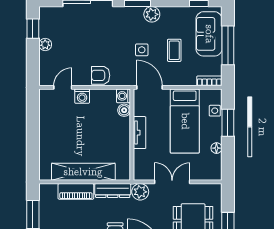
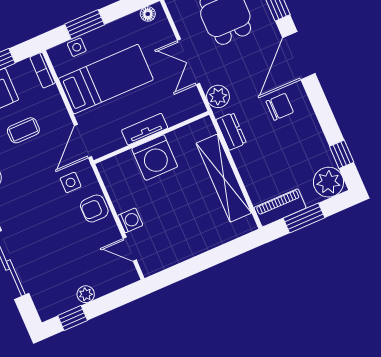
side table: (142, 50) -> (71, 182), moved
armchair: (101, 75) -> (94, 208), turned 90
washing machine: (124, 96) -> (155, 158), moved, width x1.89, depth x1.89
boiler: (124, 110) -> (125, 160), removed
floor lamp: (216, 148) -> (148, 14), moved
dresser: (113, 190) -> (231, 131), width x0.70
piano: (76, 191) -> (280, 208), moved, turned -90

